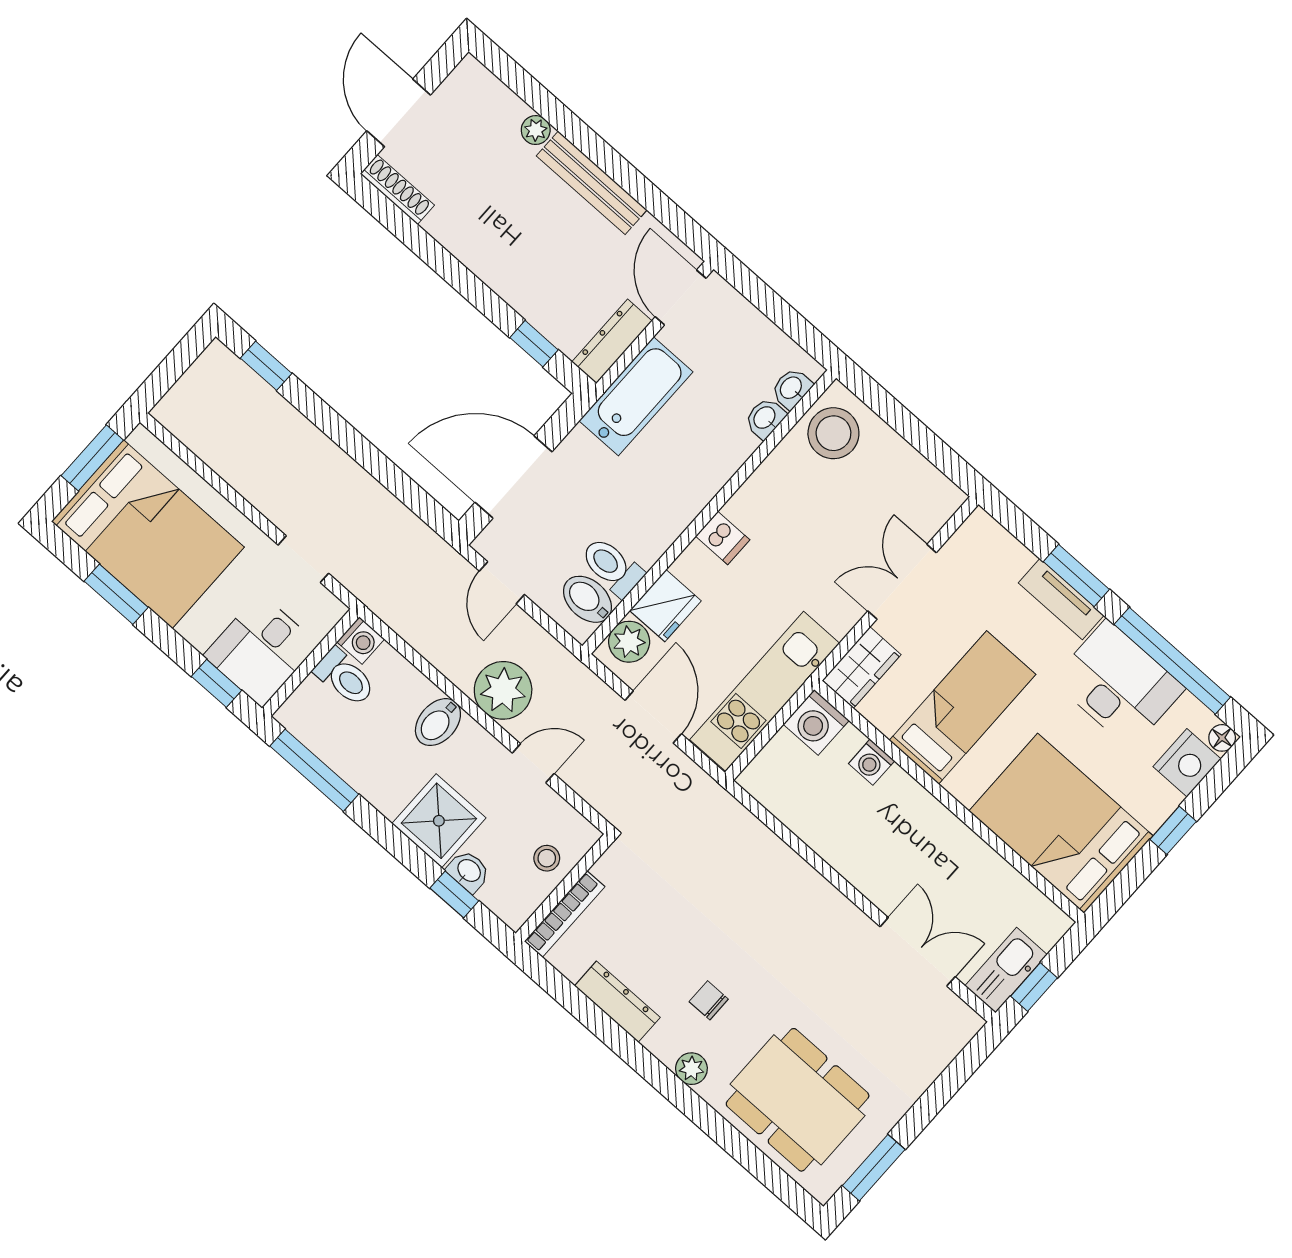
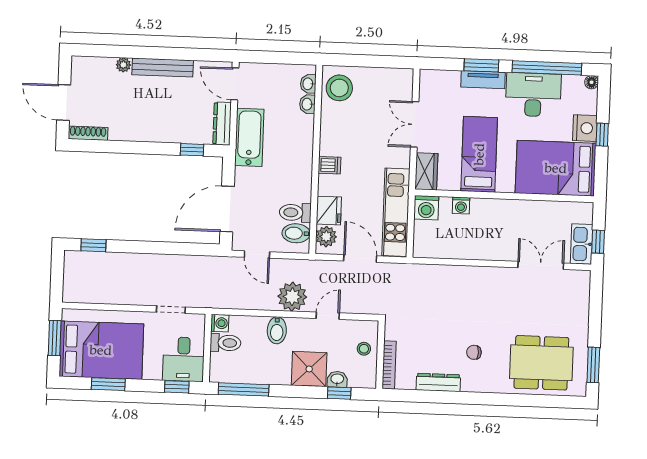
nightstand: (1187, 763) -> (585, 128), moved
plant: (691, 1069) -> (489, 385), removed

